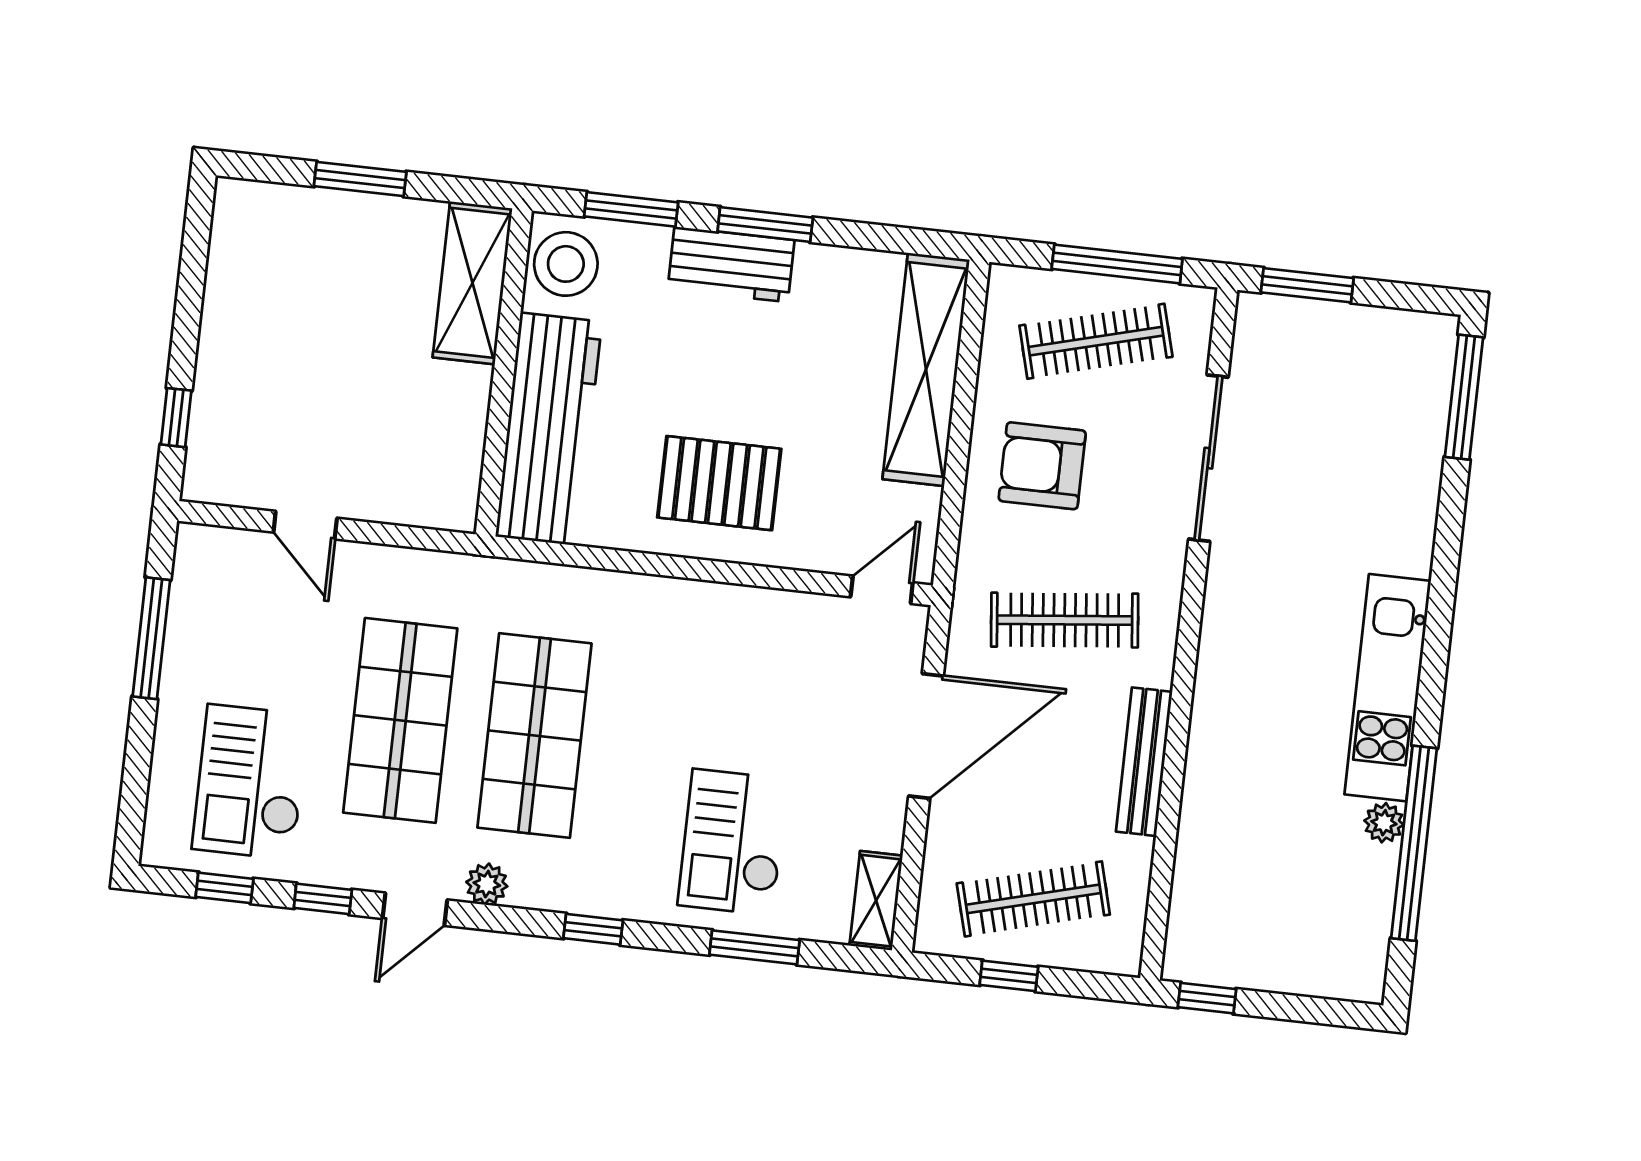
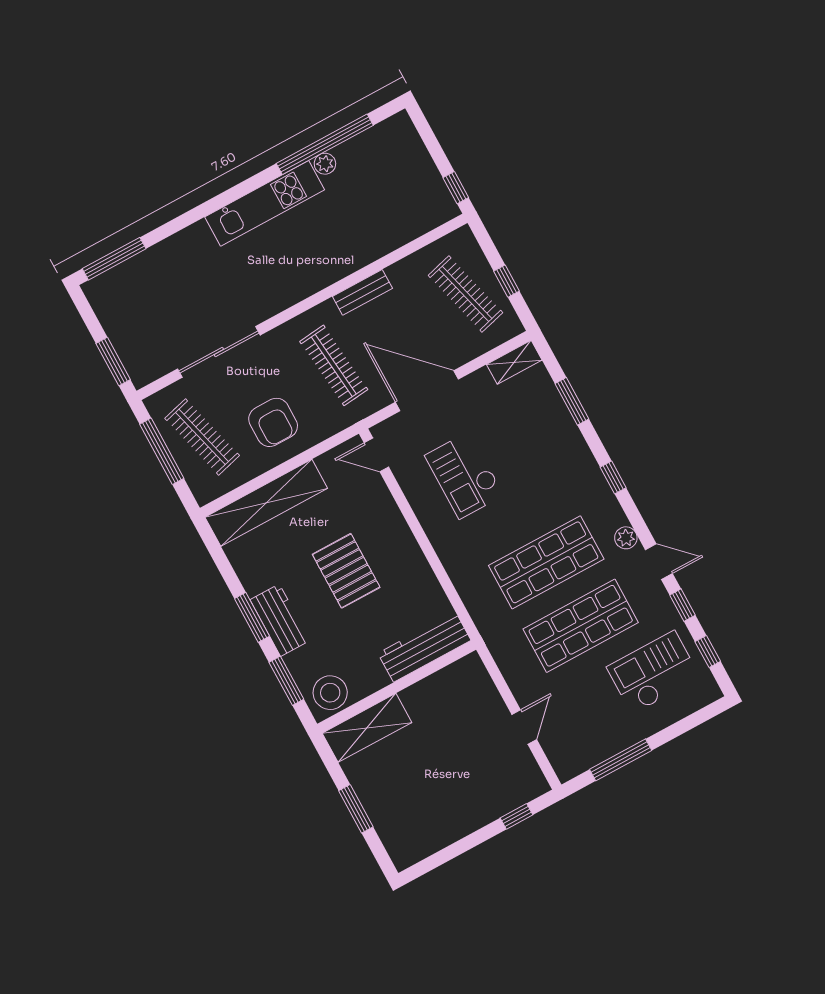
workbench: (549, 429) -> (424, 647), width x0.73, depth x0.76
pallet: (719, 483) -> (346, 571), moved
bench: (1144, 762) -> (362, 292), width x0.73
checkout: (251, 782) -> (653, 672), turned 180
checkout: (733, 842) -> (464, 475), moved, turned 90

